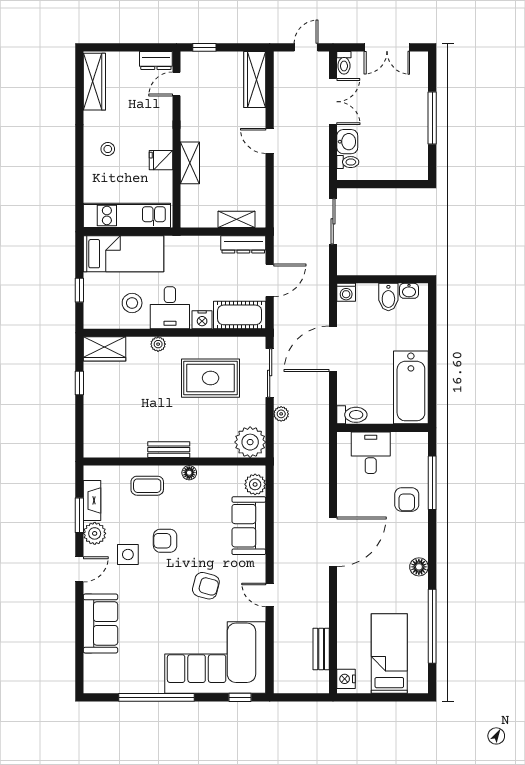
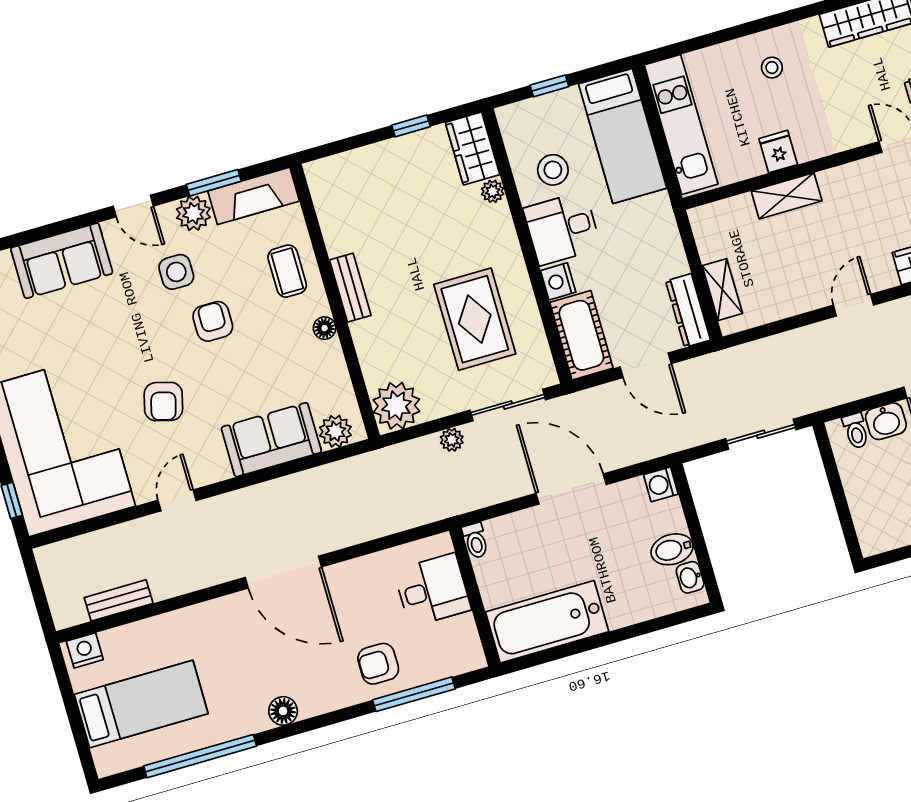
plant: (158, 344) -> (493, 191), moved
toilet: (352, 415) -> (475, 541), width x0.73, depth x0.72
fireplace: (92, 500) -> (254, 196), width x1.37, depth x1.32

